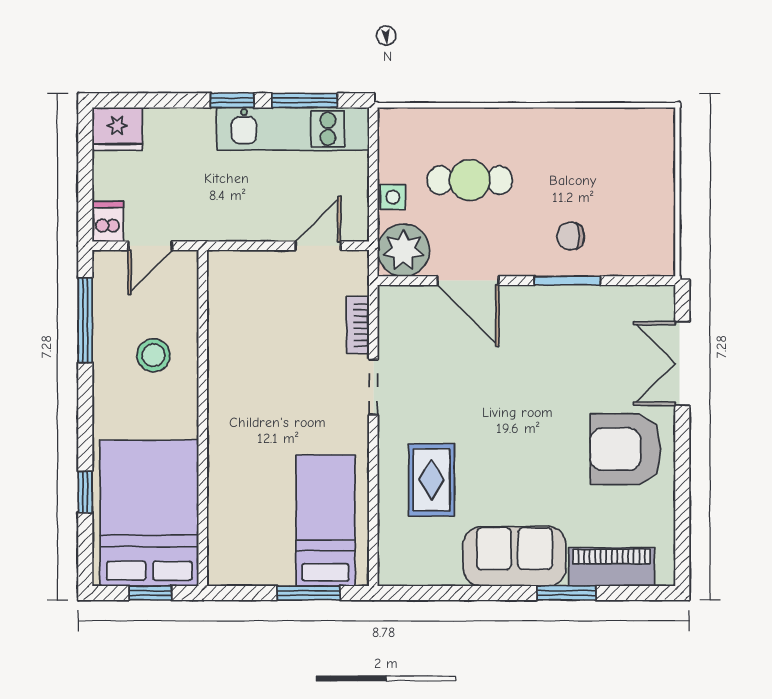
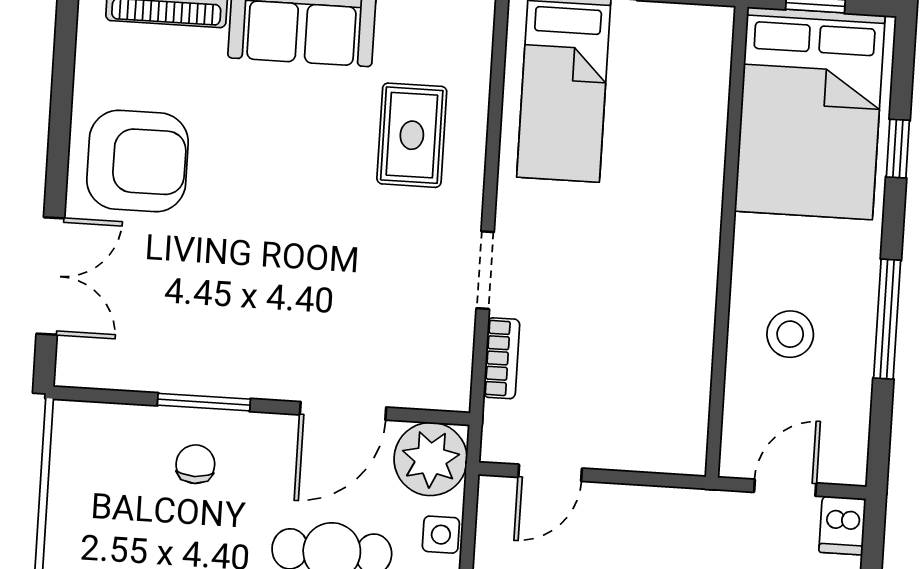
chair: (571, 236) -> (195, 464), turned -90
door: (468, 281) -> (343, 411), swing flipped
window: (85, 320) -> (887, 319), moved

